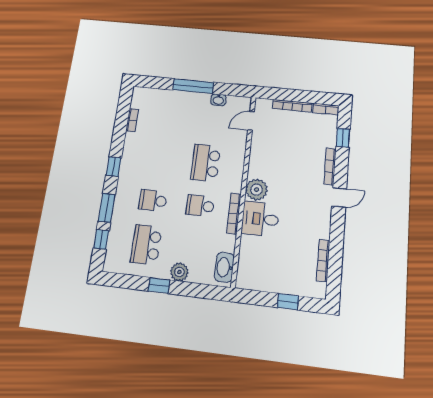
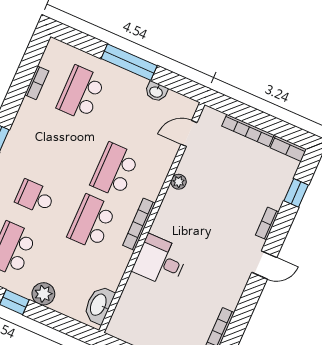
school desk: (165, 117) -> (81, 93), added
bookcase: (330, 166) -> (267, 223), width x0.64
plant: (256, 190) -> (179, 182), moved, width x0.53, depth x0.53
school desk: (200, 206) -> (92, 222), width x1.85
bookcase: (234, 213) -> (139, 224), moved

